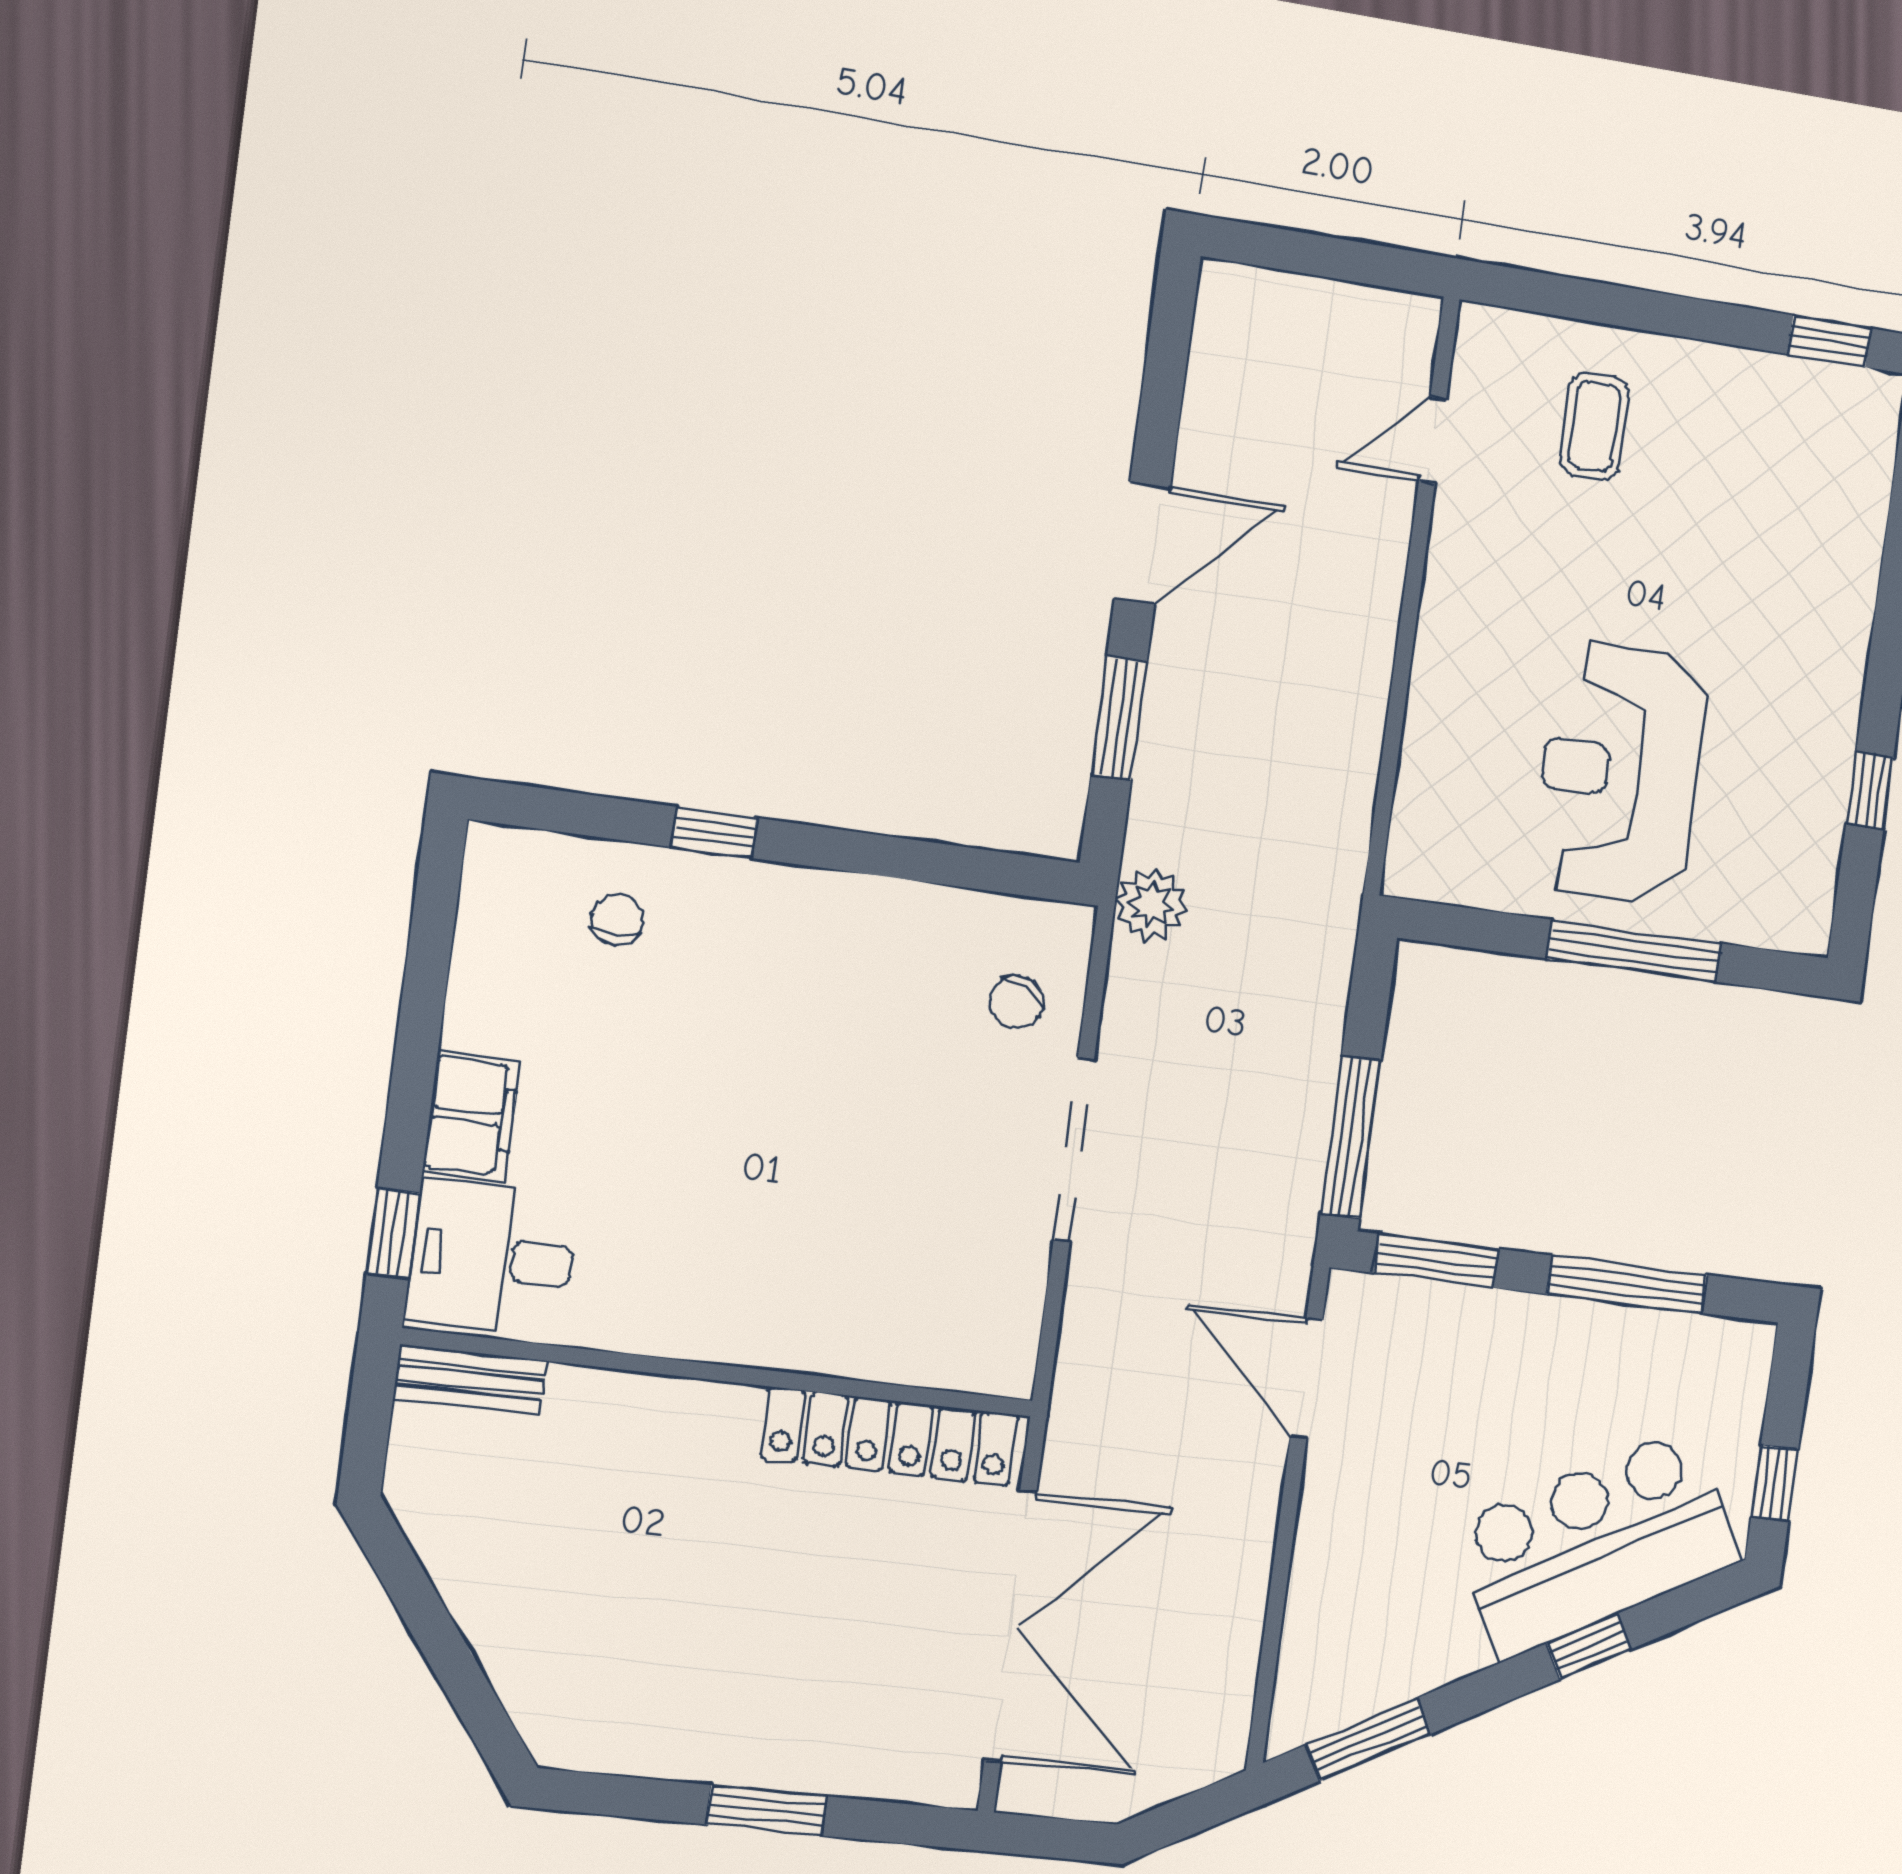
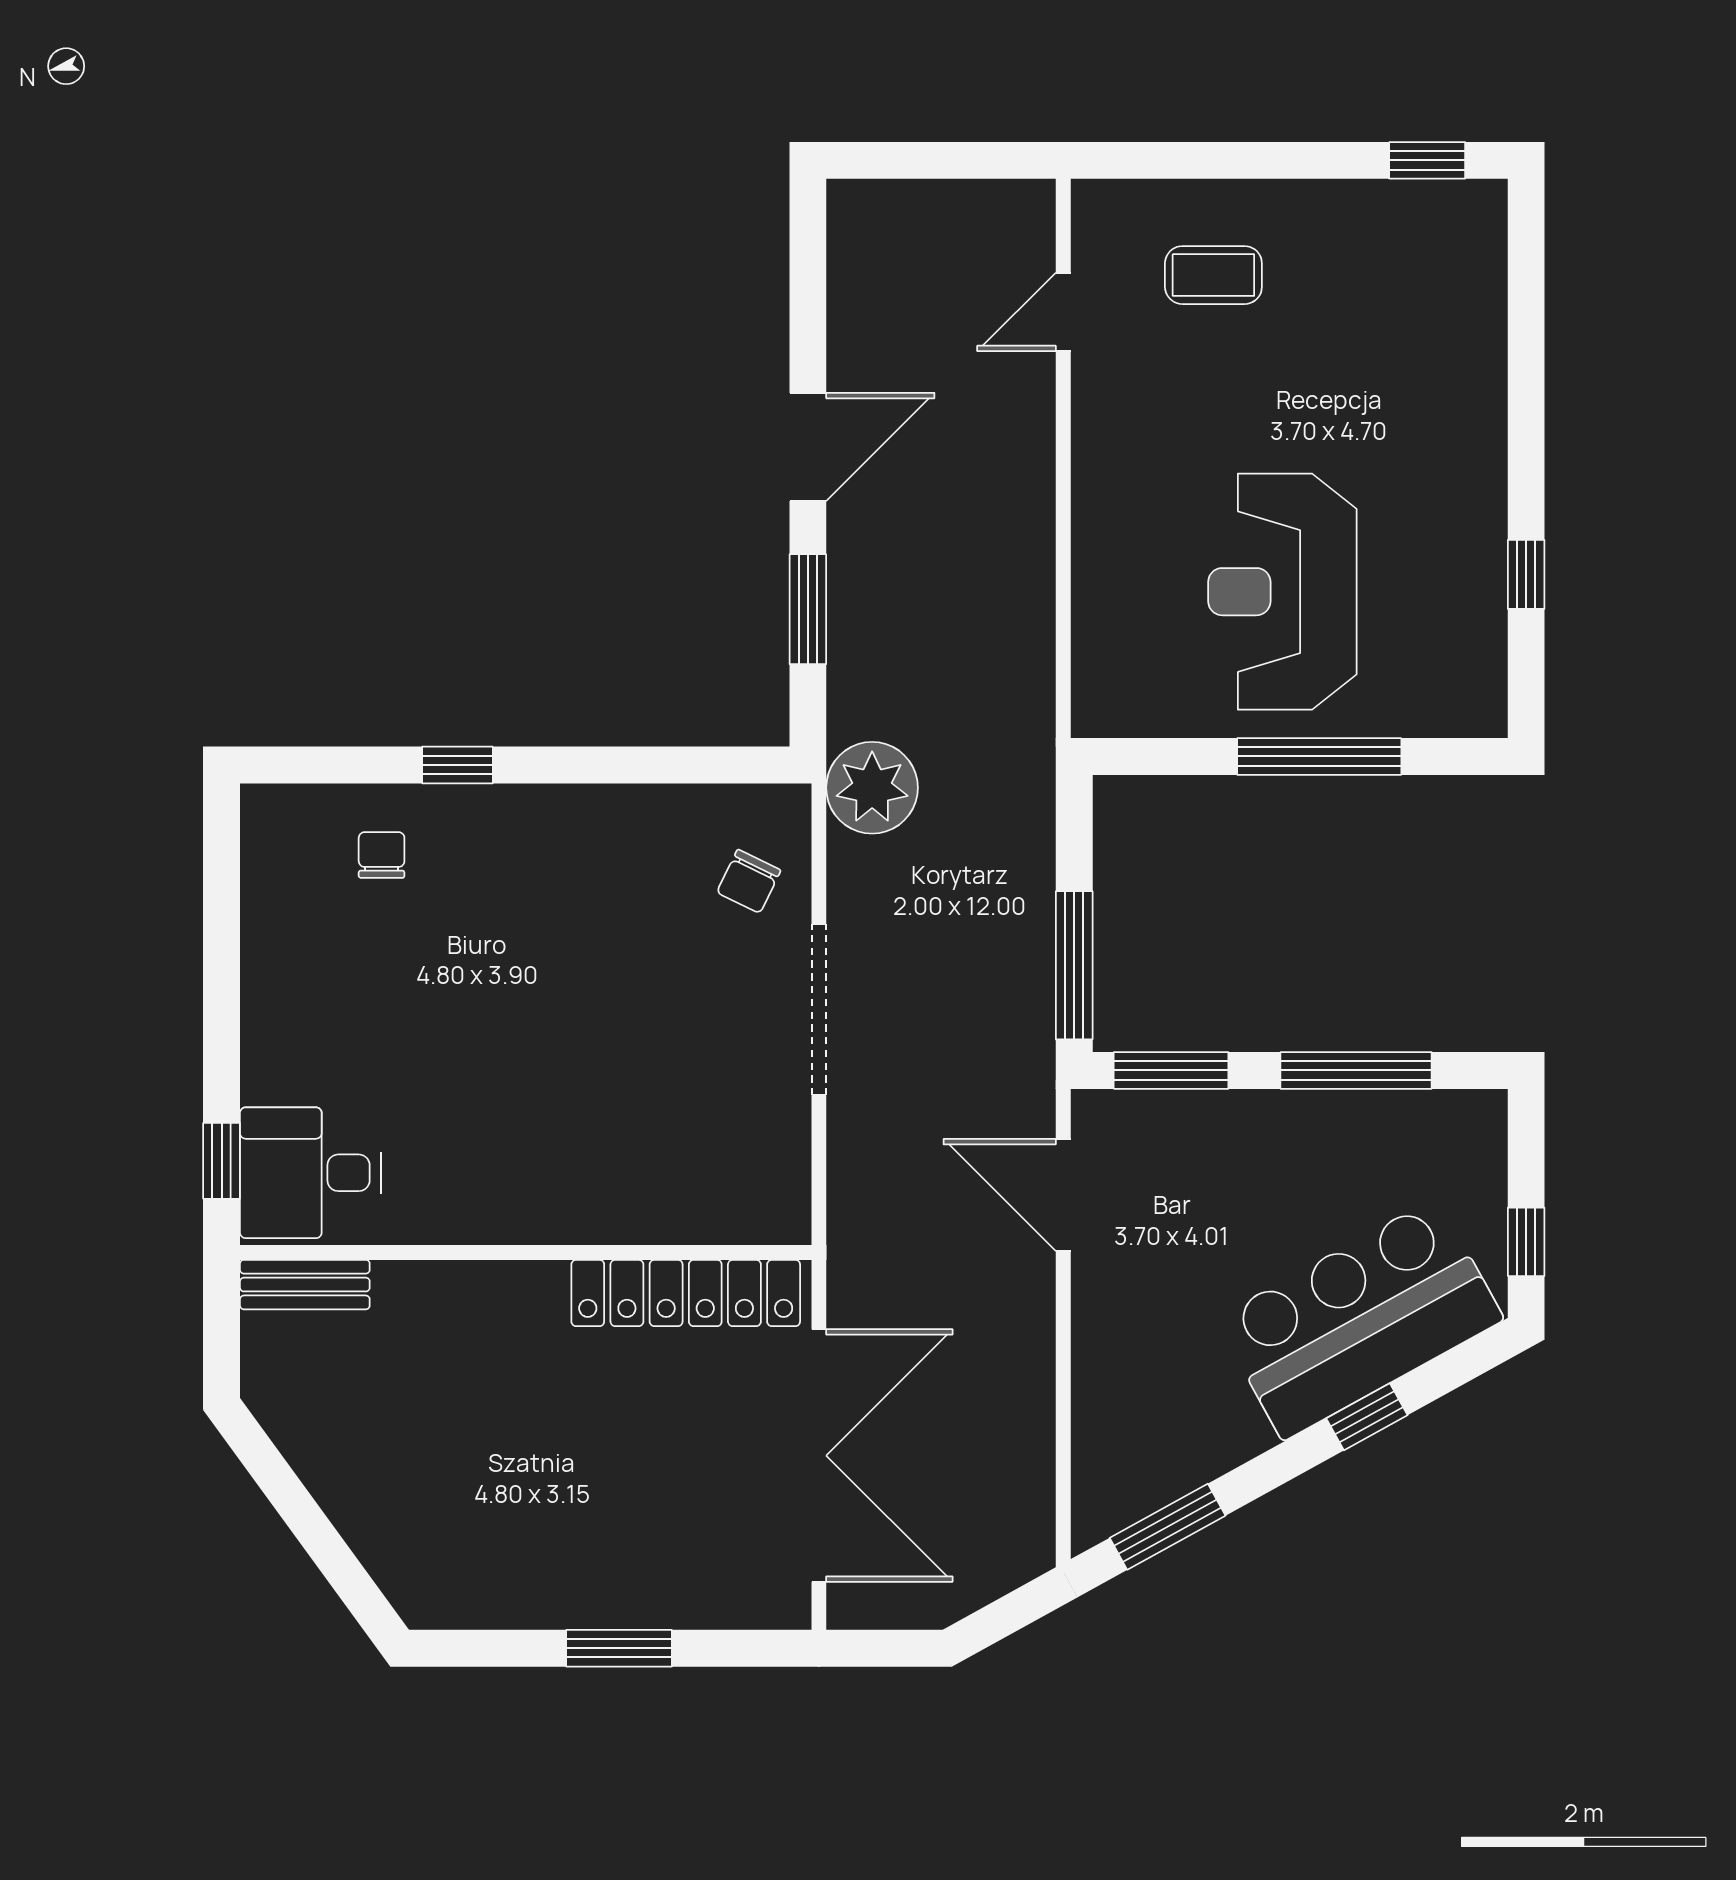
coffee table: (1594, 426) -> (1213, 275), turned 90
plant: (1151, 904) -> (872, 788), width x1.36, depth x1.36
filing cabinet: (471, 1116) -> (276, 1048), removed

